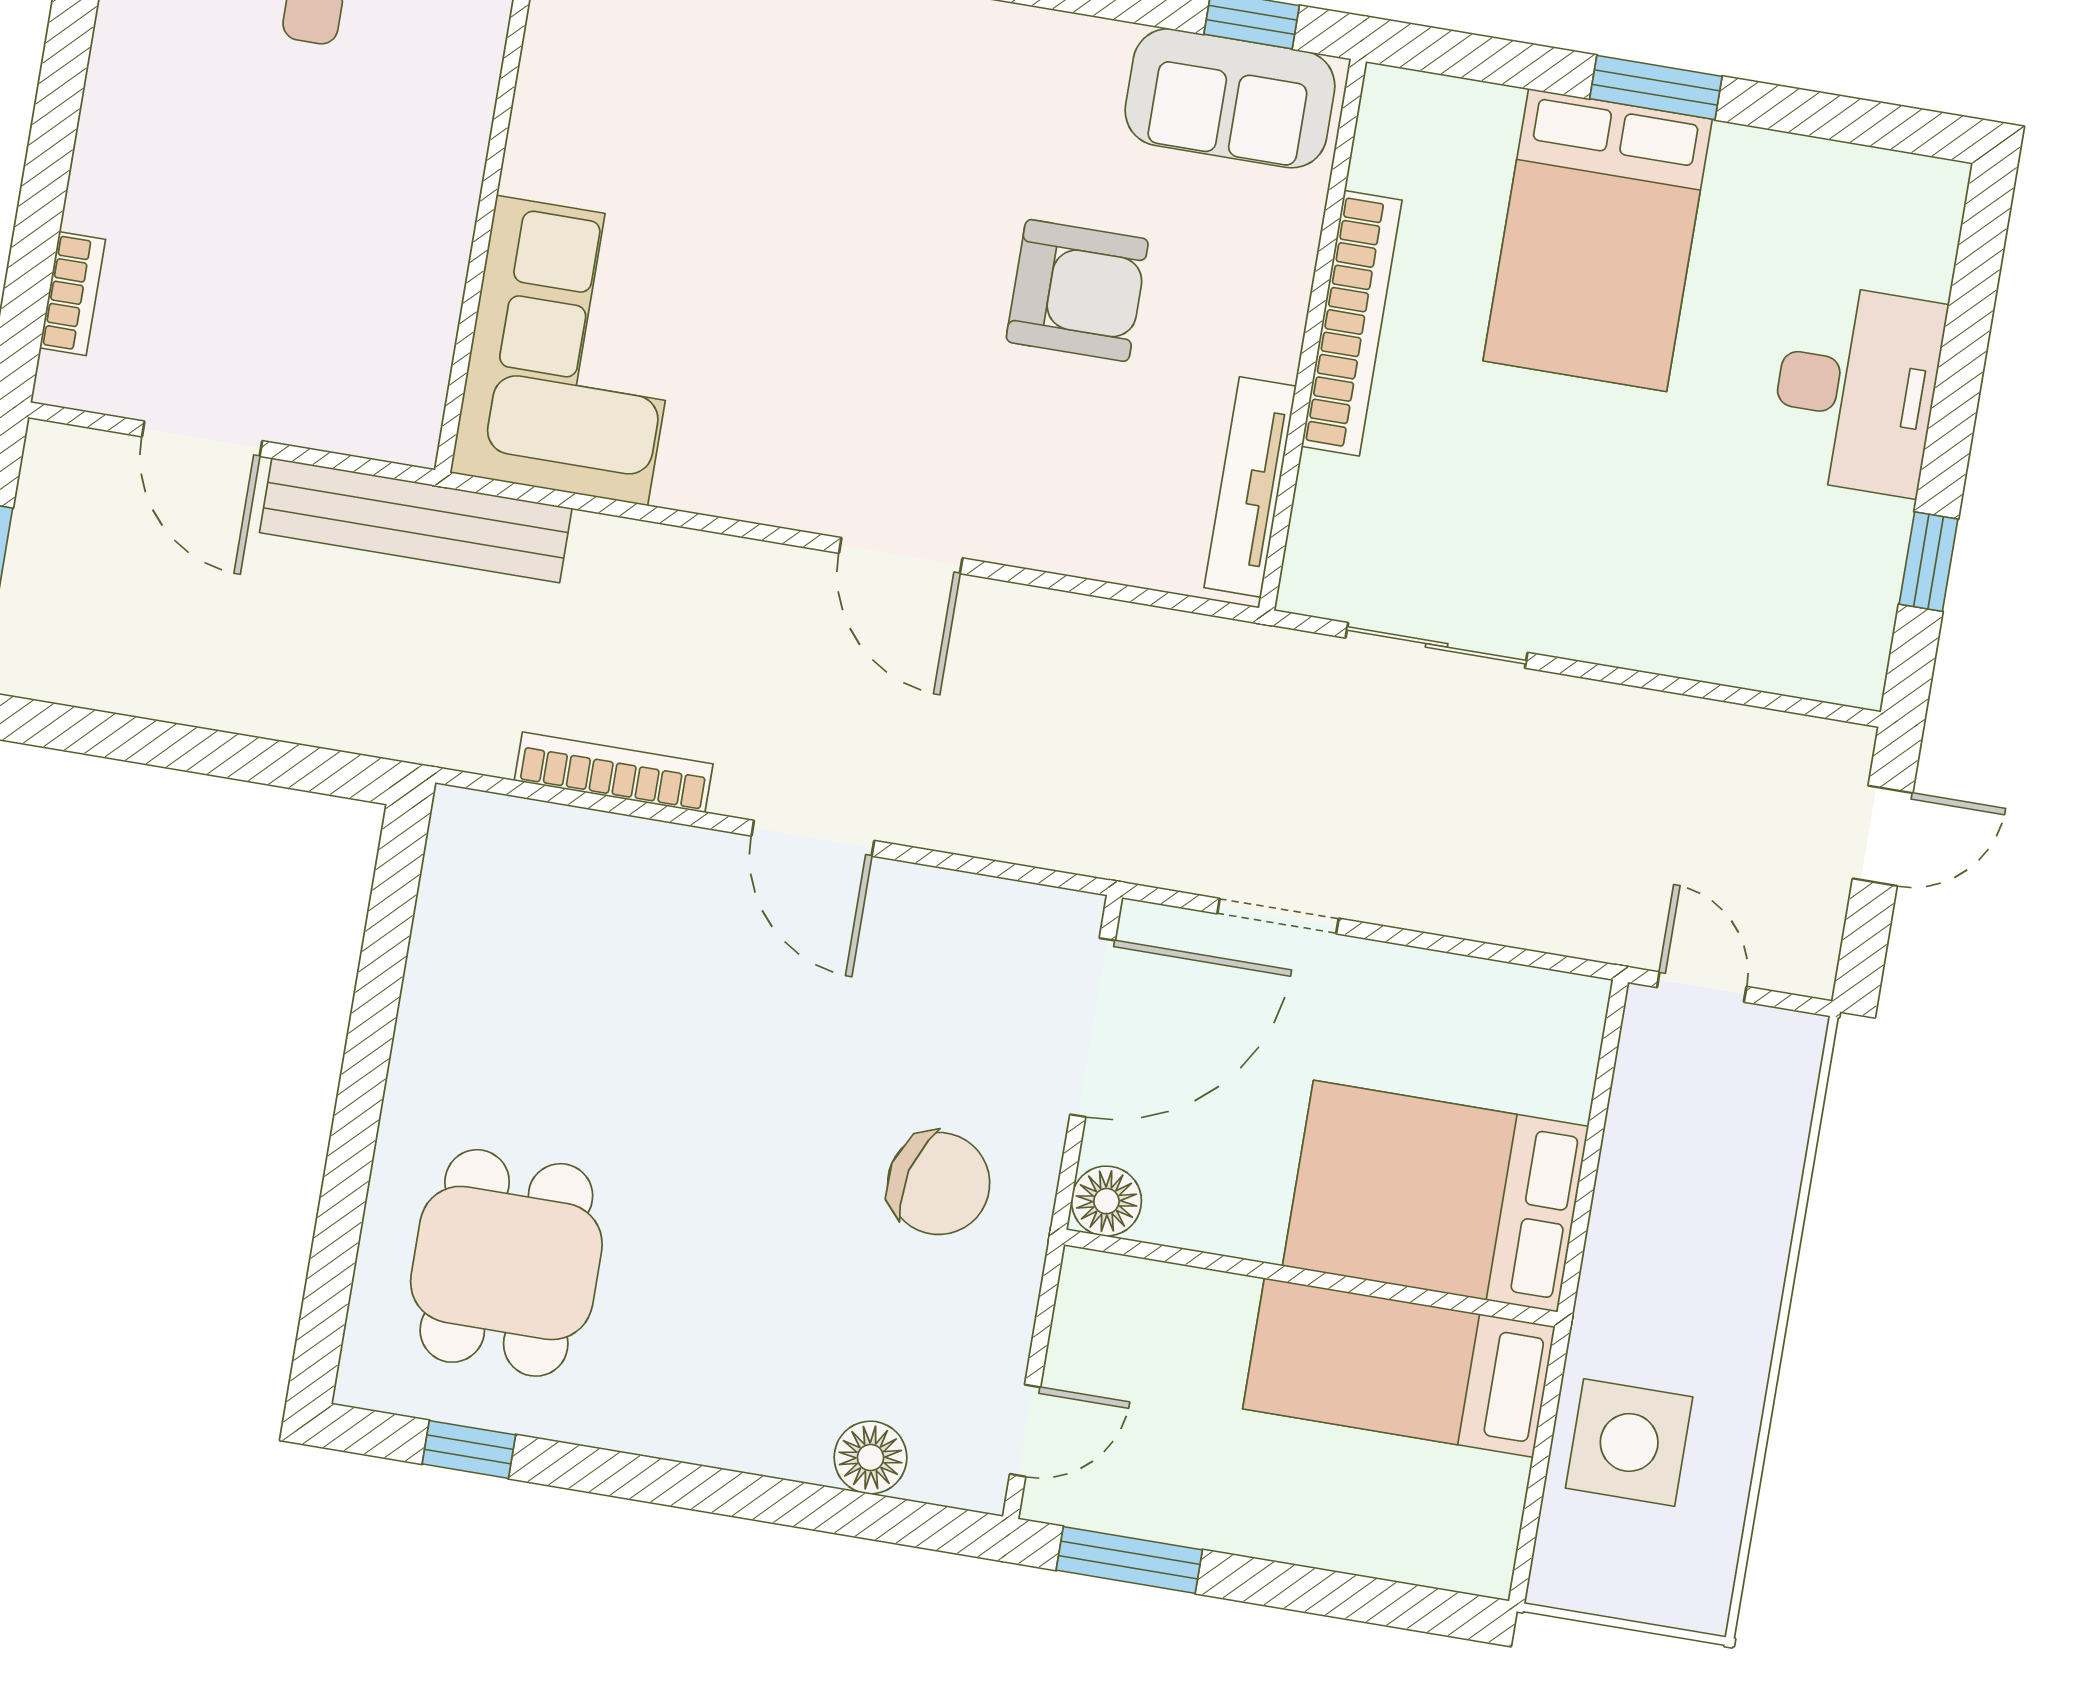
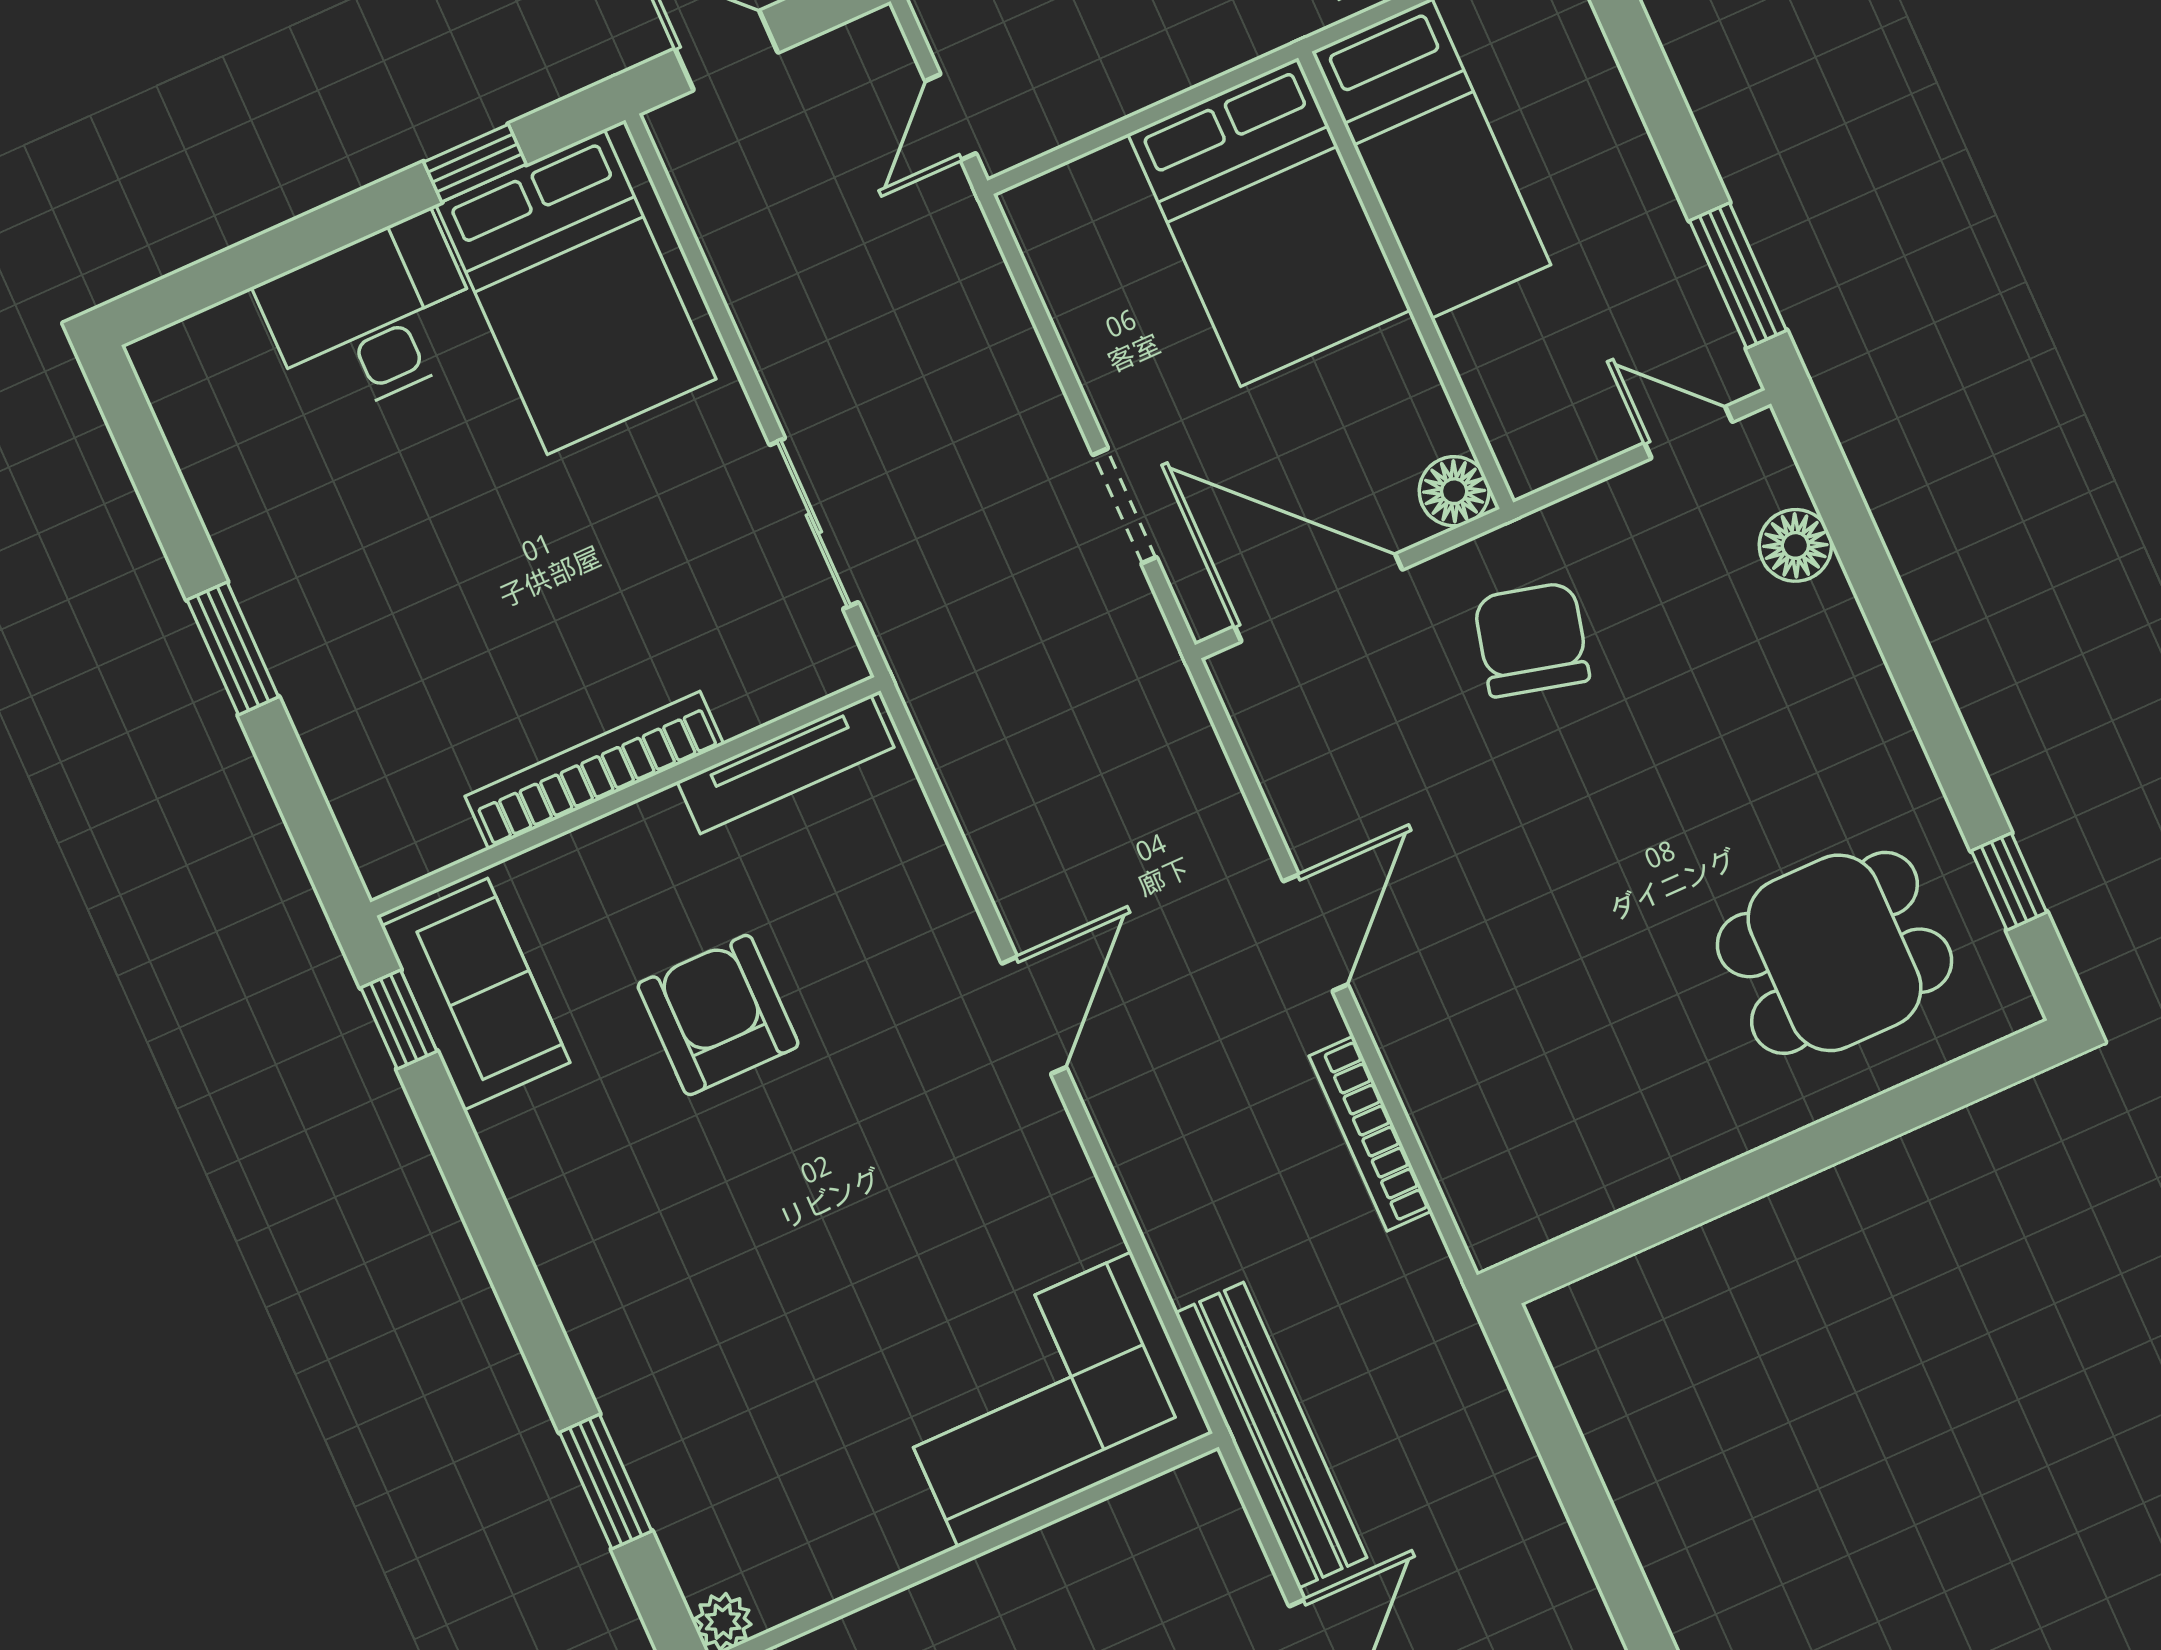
bed: (1598, 240) -> (576, 292), moved, turned 90

